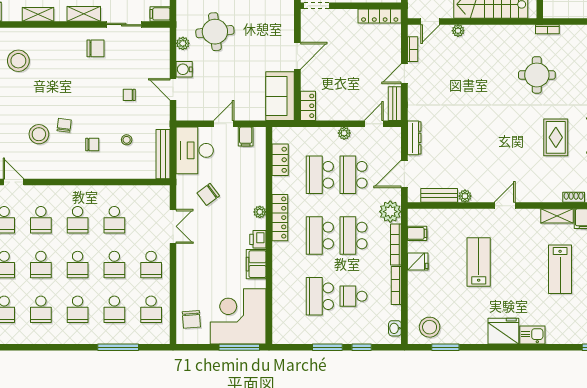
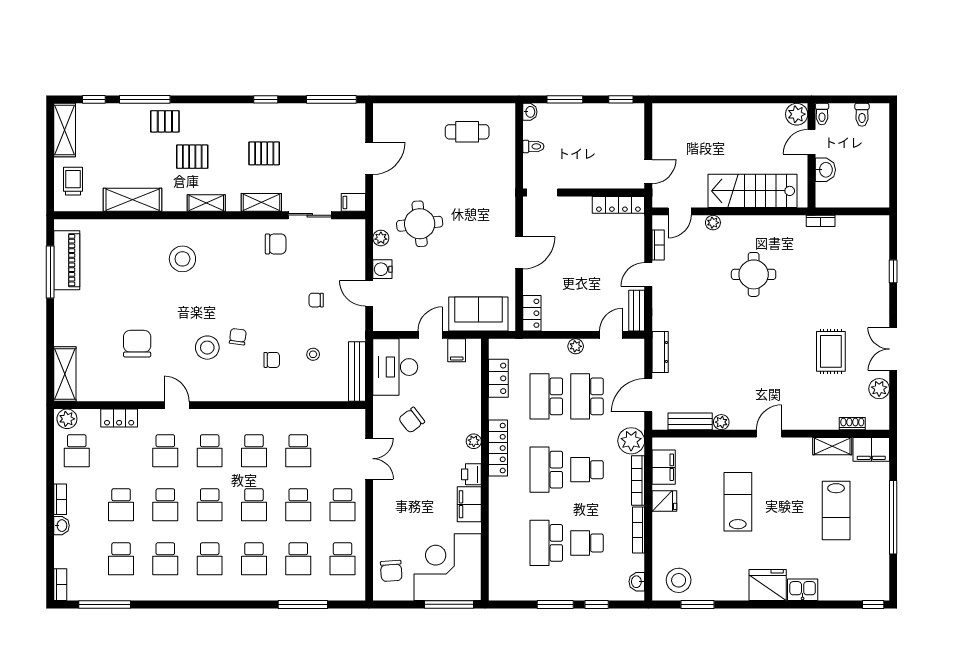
round table: (537, 75) -> (754, 274), moved
sofa: (280, 96) -> (478, 314), moved, turned 90
filing cabinet: (417, 233) -> (664, 467), width x2.00
school desk: (354, 235) -> (587, 470), width x0.54

